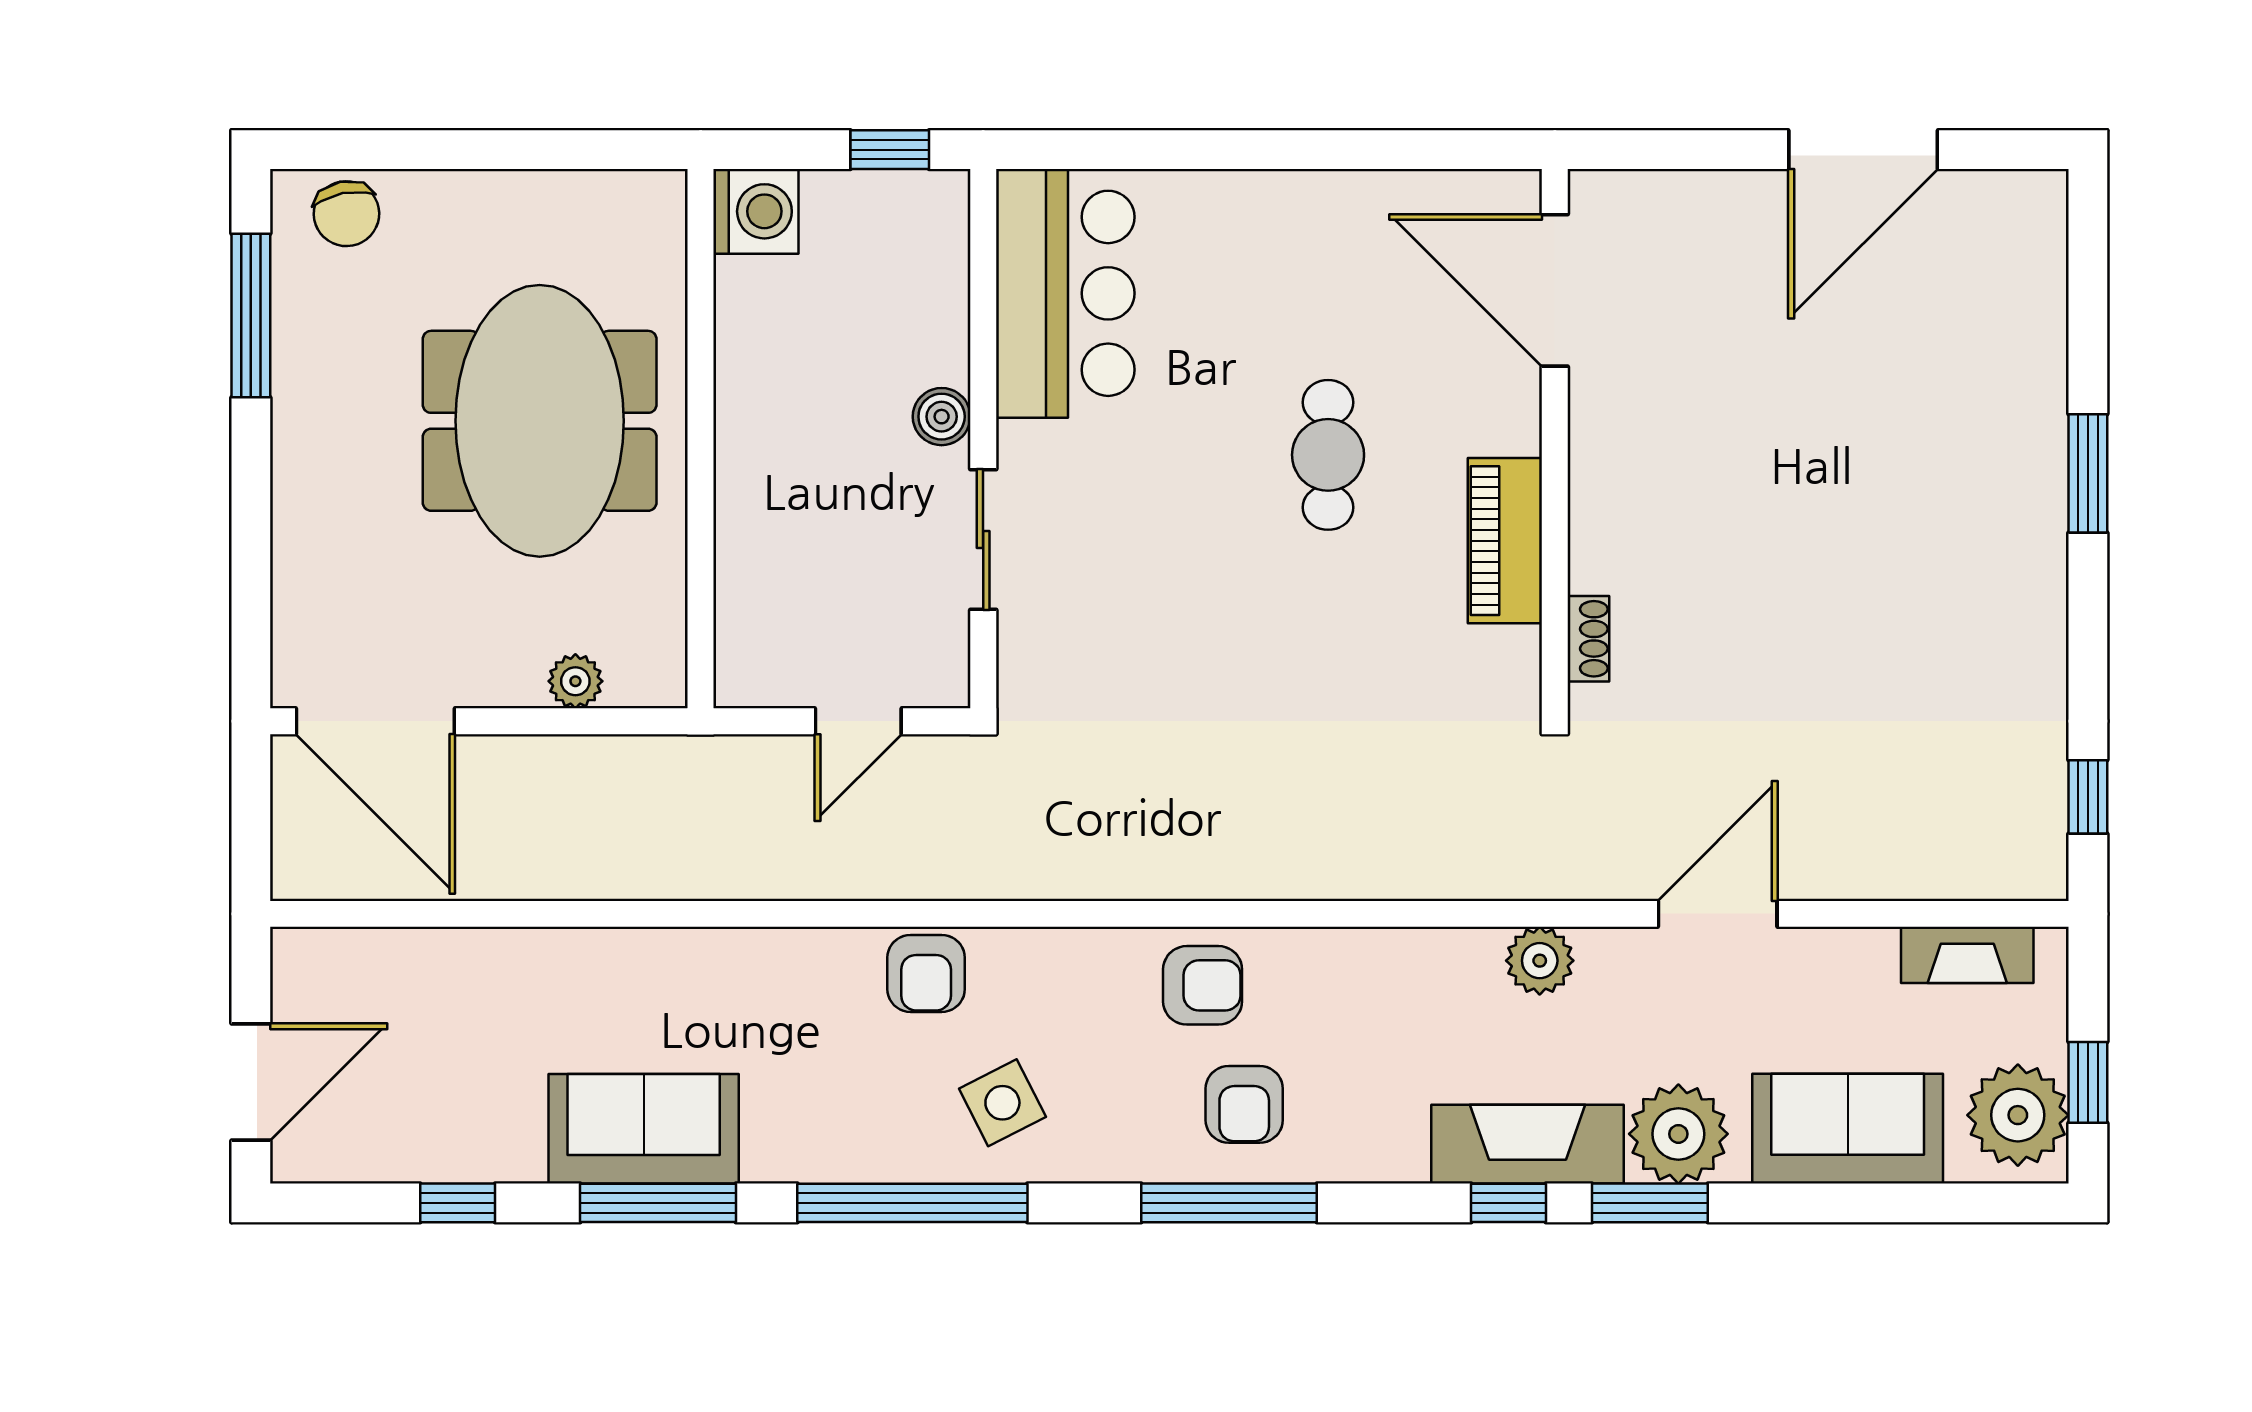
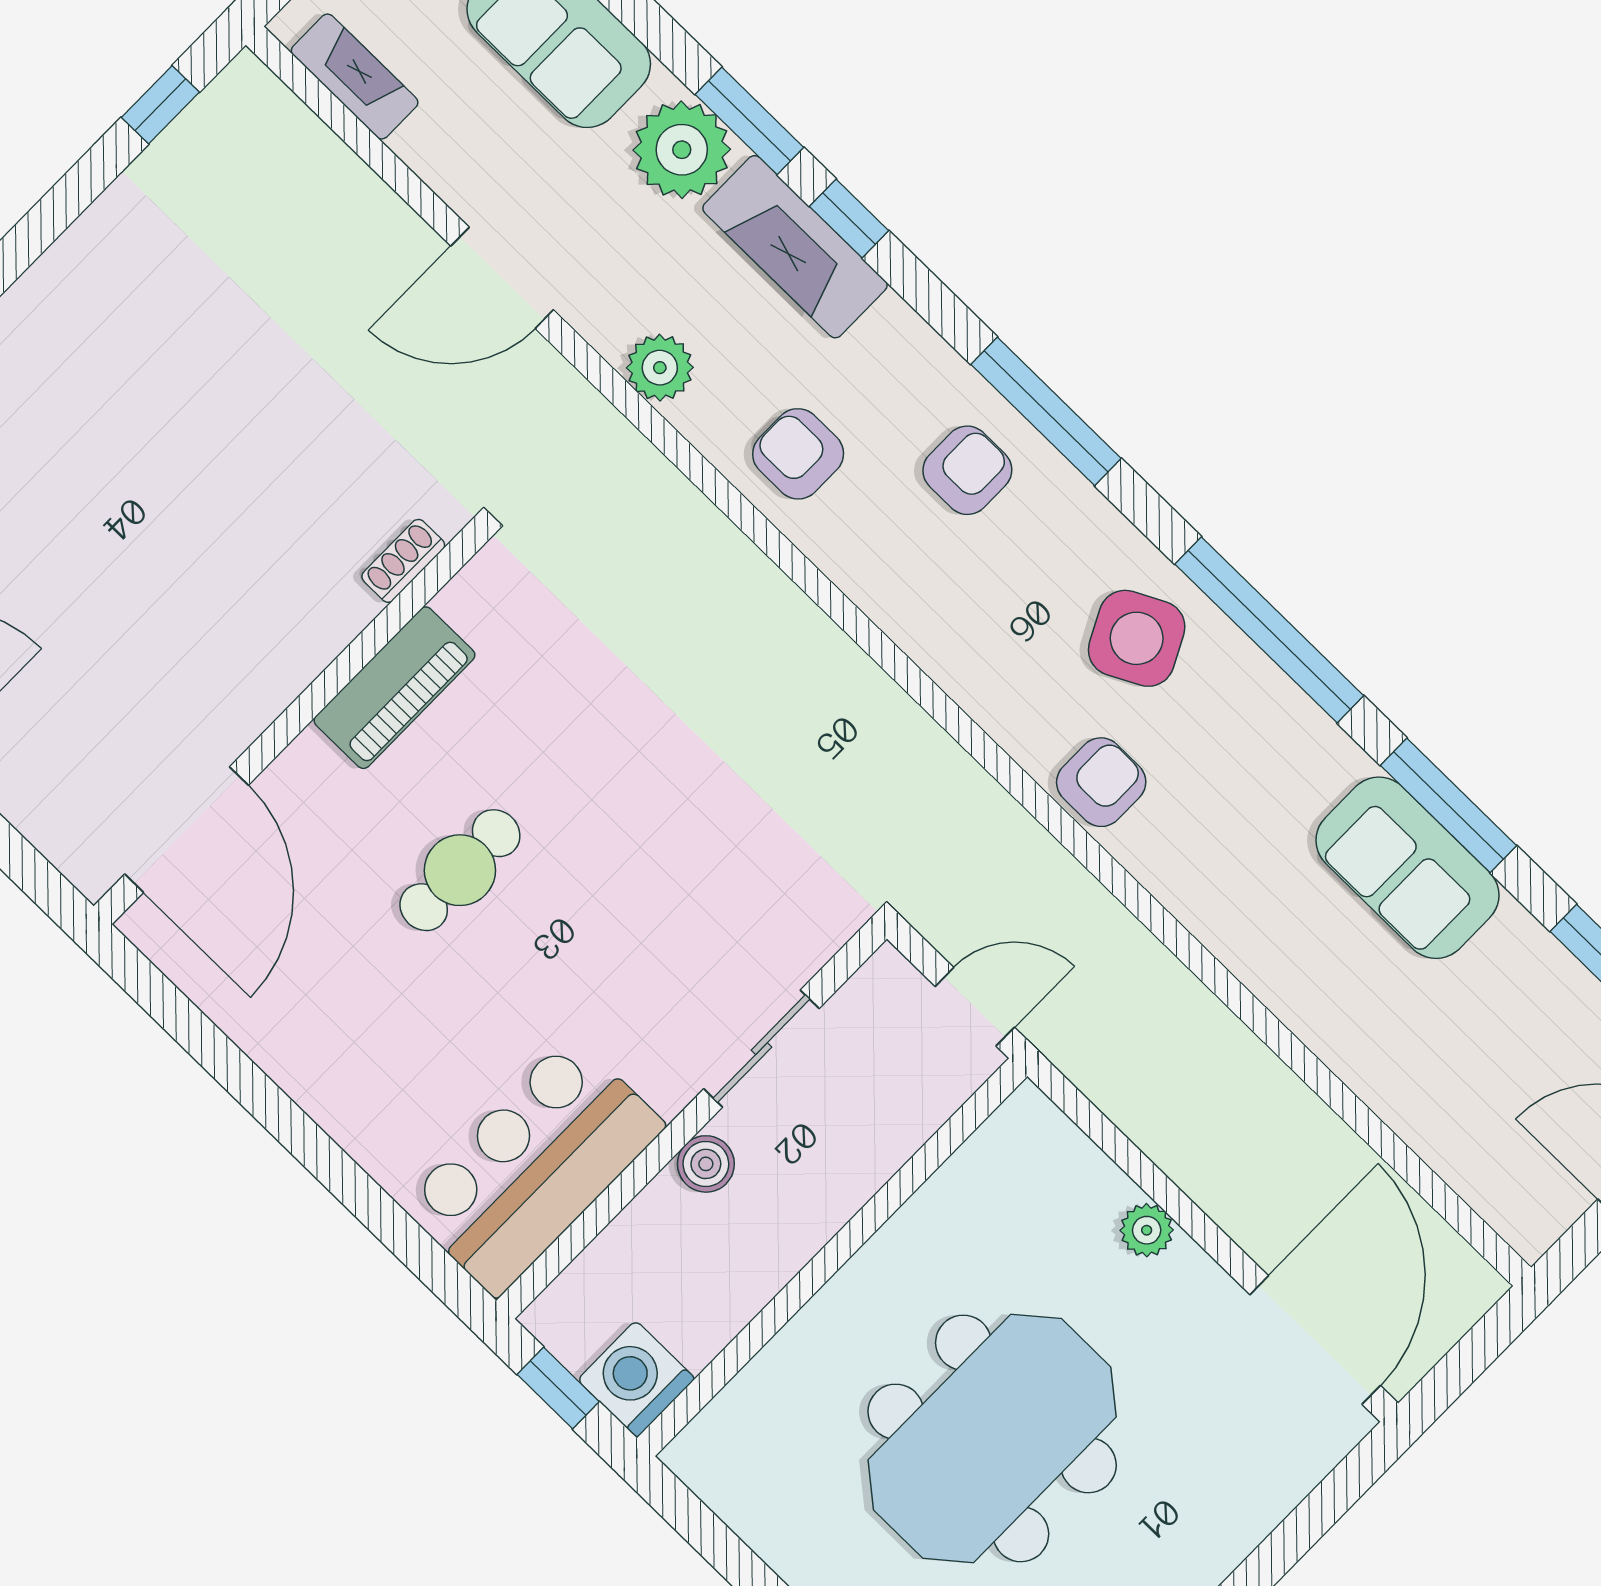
washing machine: (756, 211) -> (636, 1379), moved
wall: (701, 439) -> (832, 1257), moved
armchair: (1203, 985) -> (798, 454), moved
side table: (1002, 1103) -> (1137, 638), width x1.37, depth x1.37

